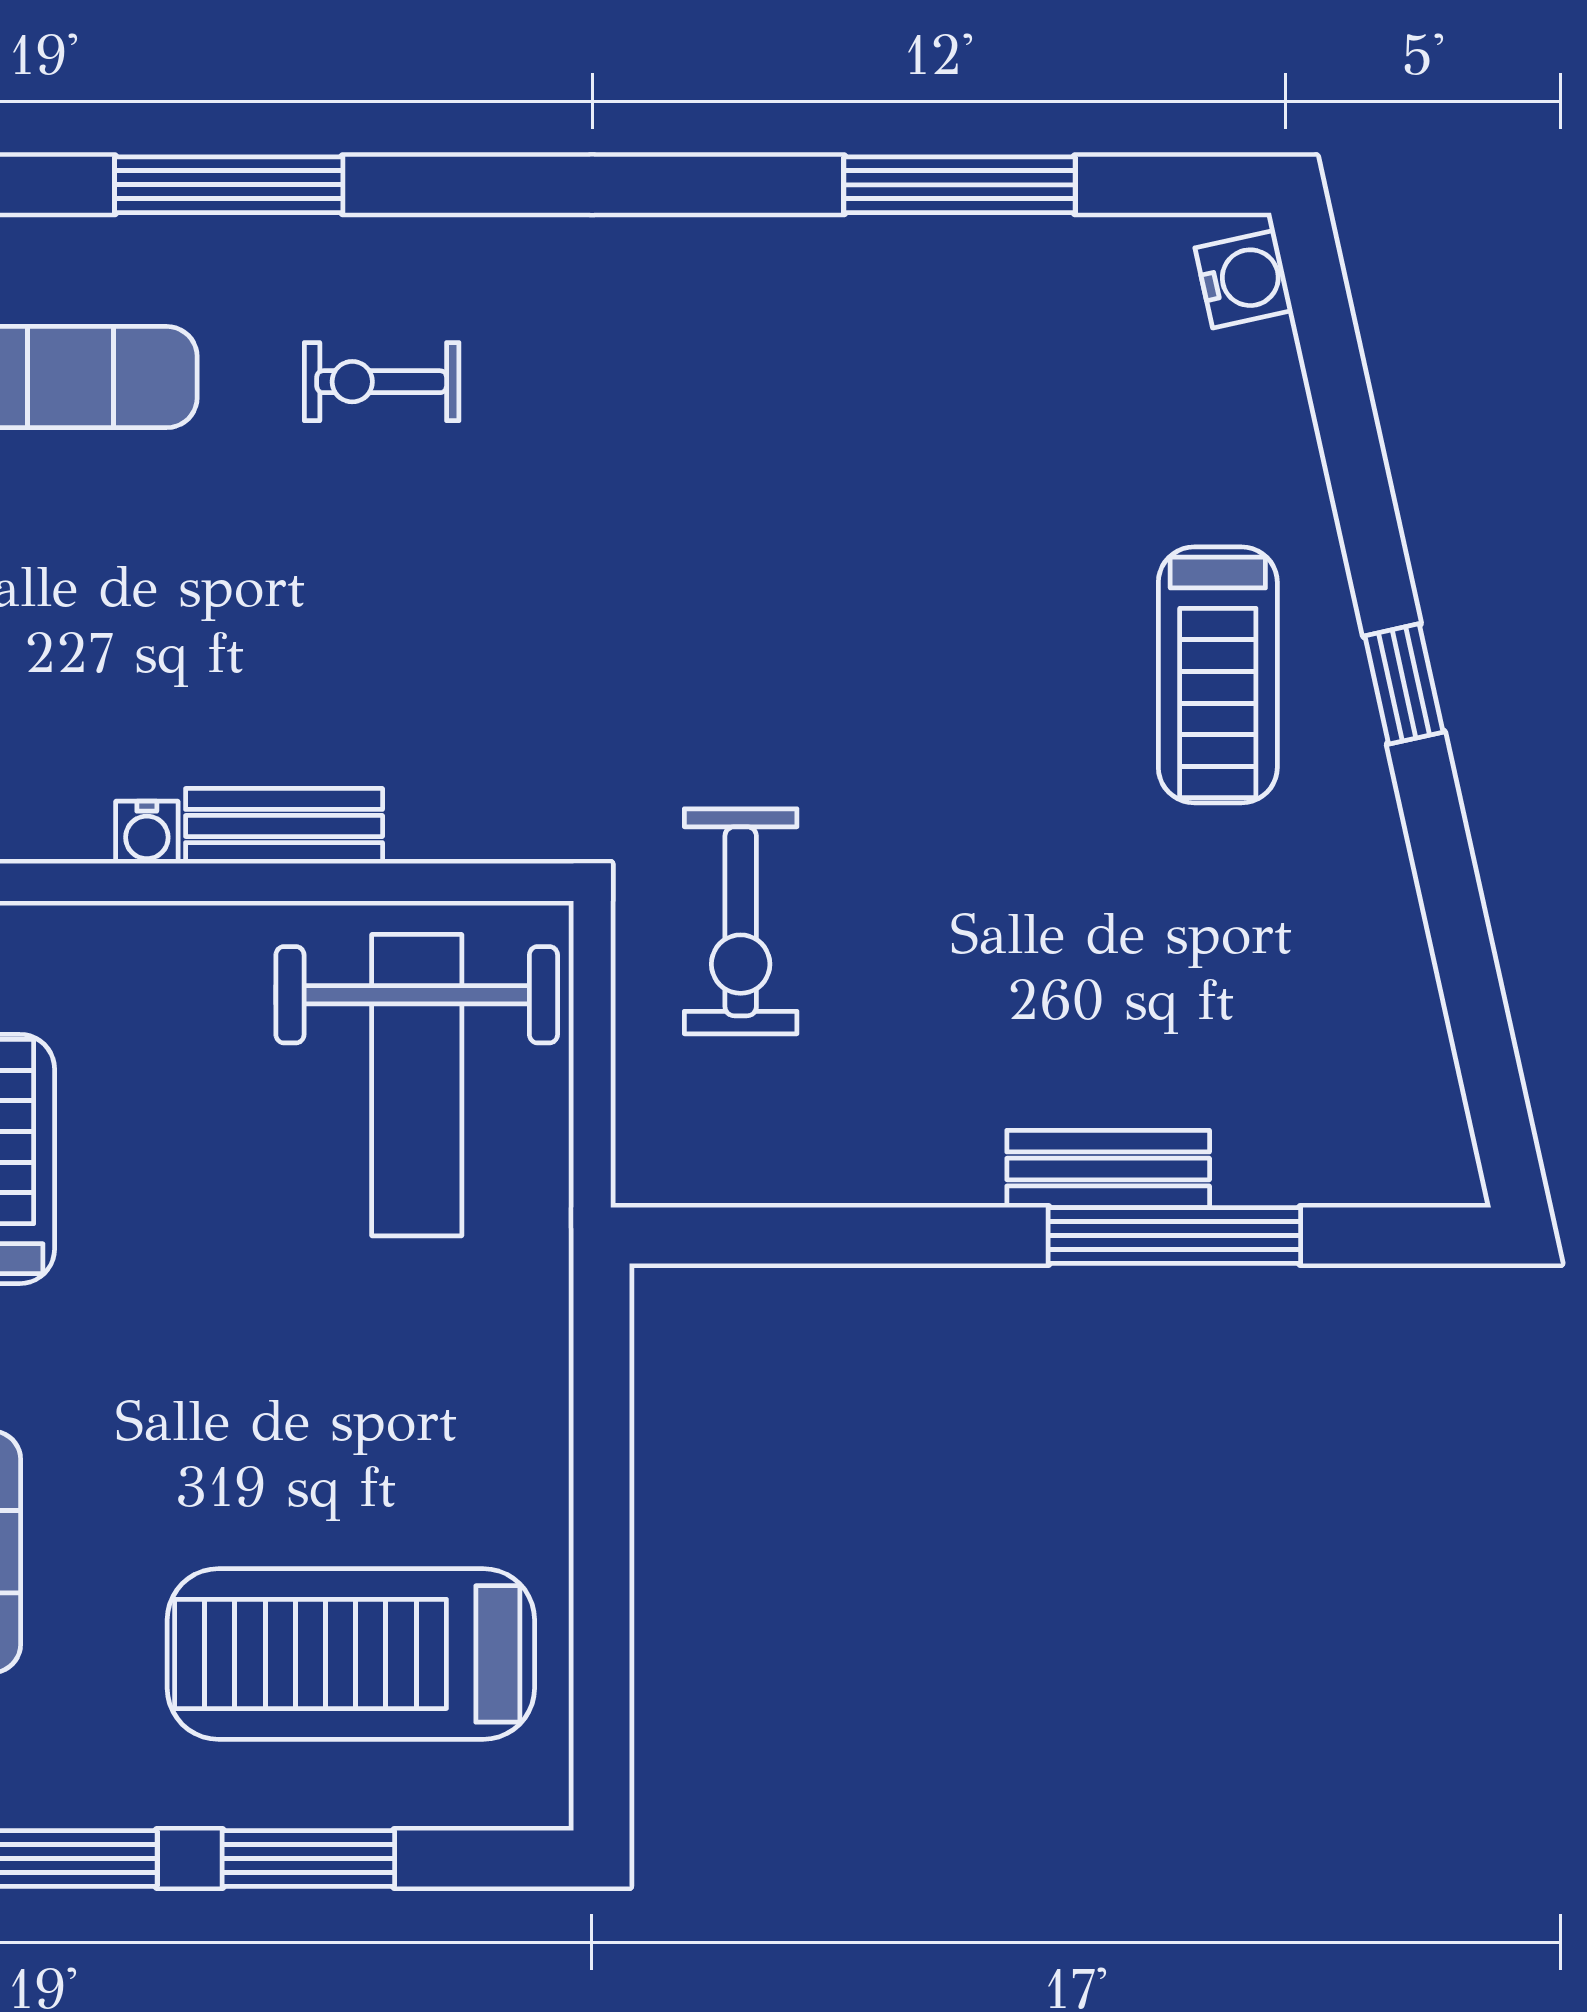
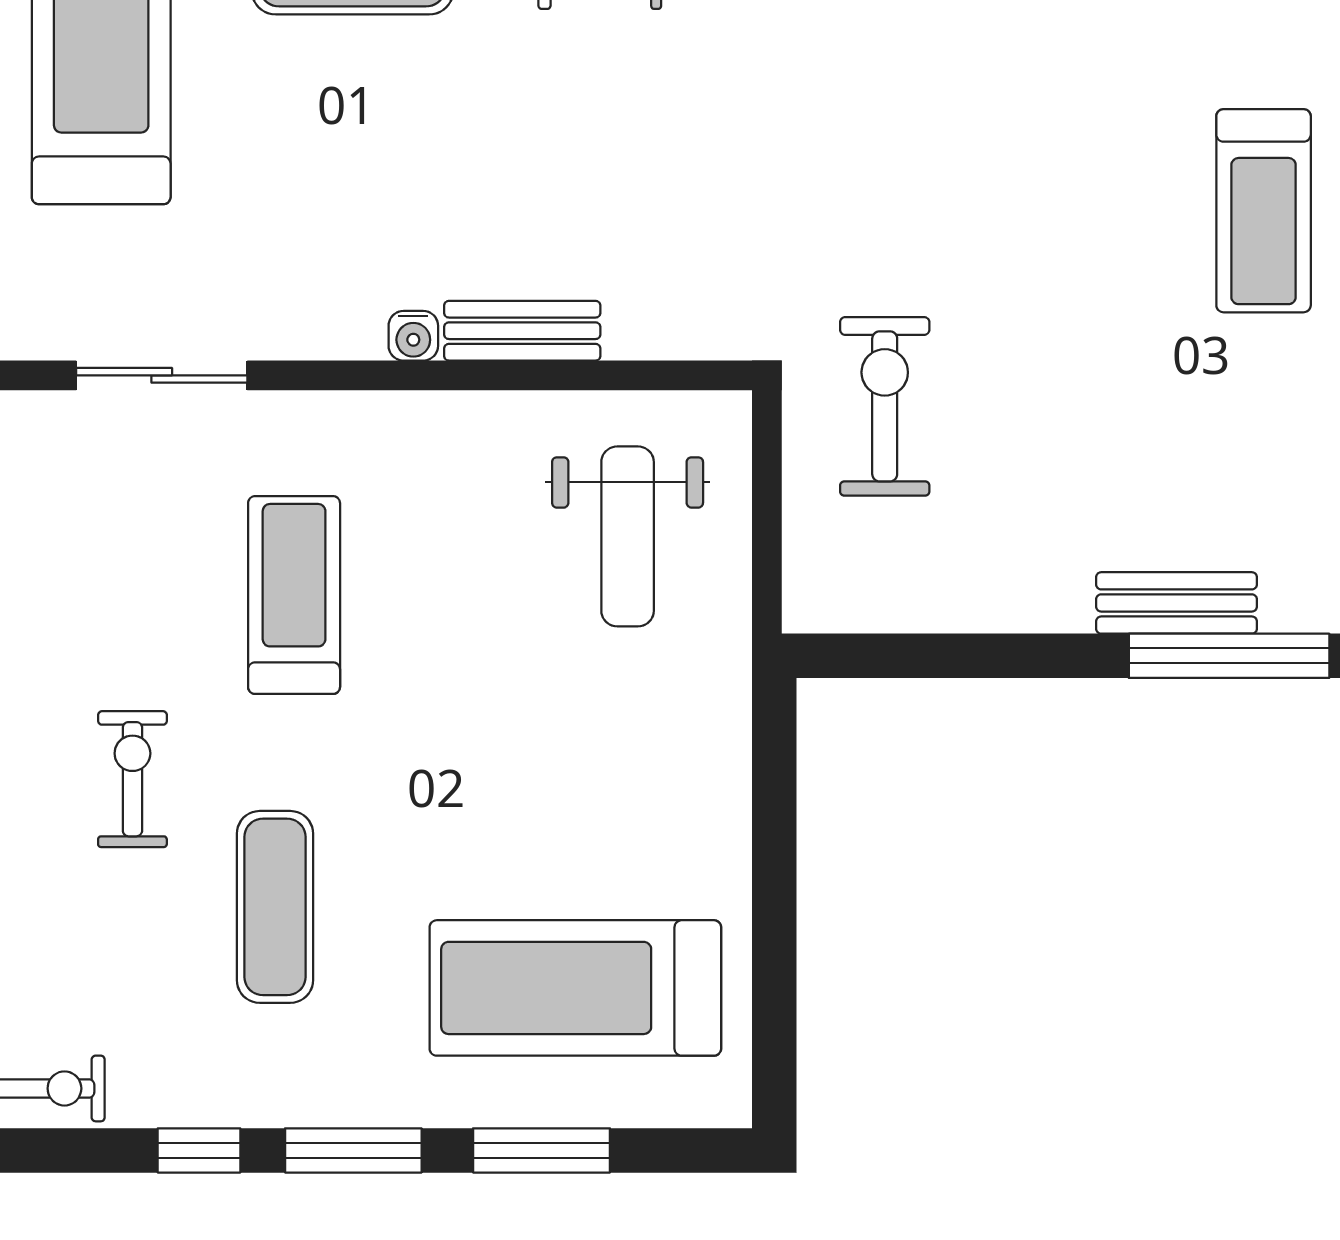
exercise bike: (741, 921) -> (885, 406), turned 180
weight bench: (417, 1085) -> (628, 536), width x0.73, depth x0.75

